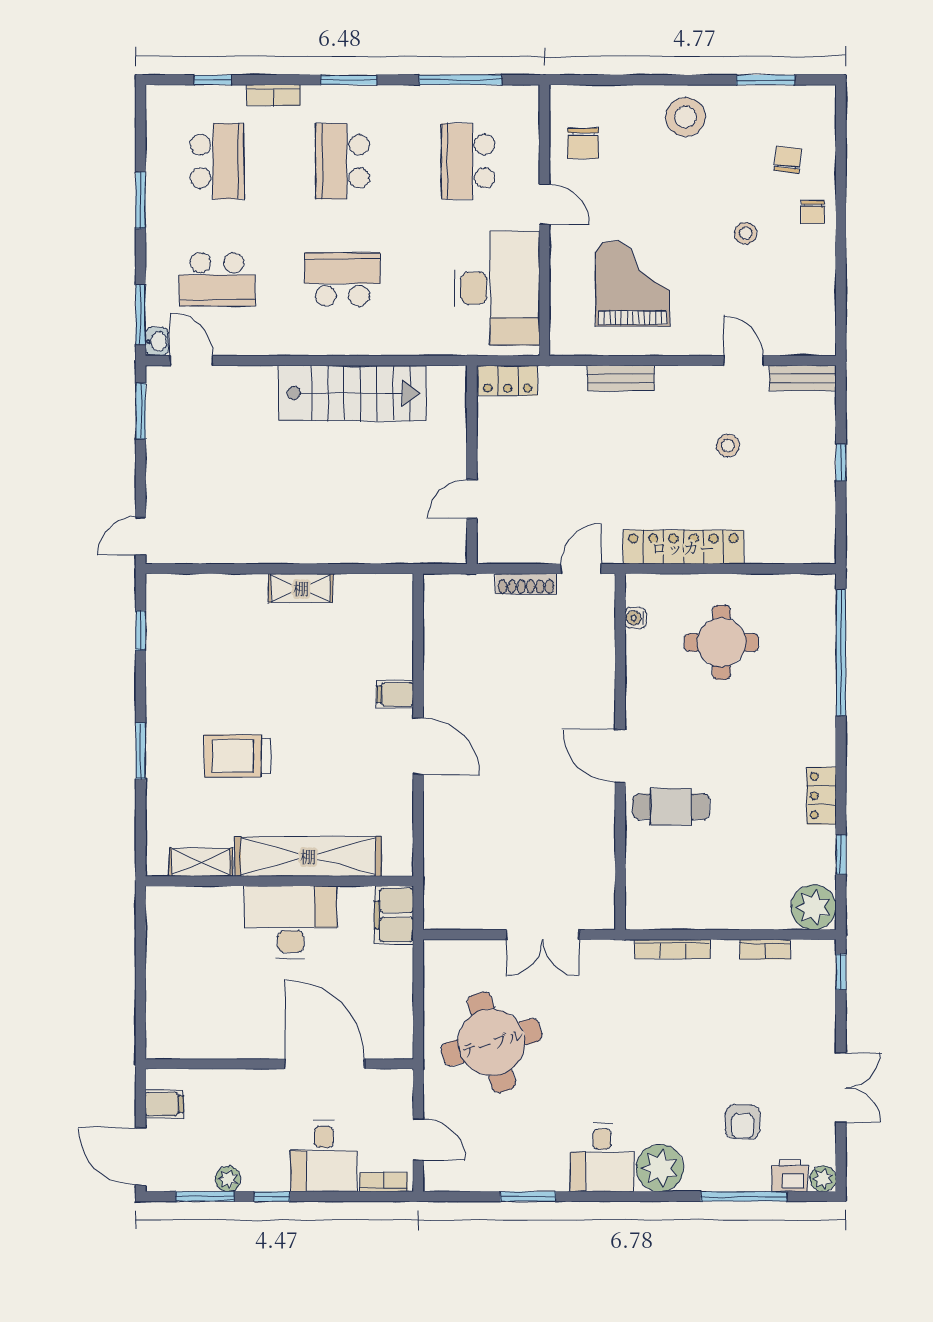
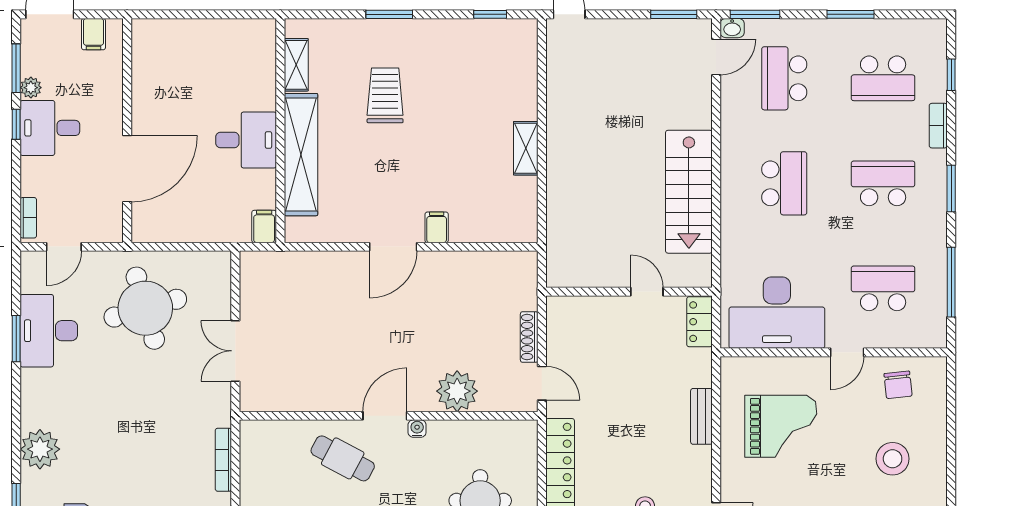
stool: (686, 117) -> (893, 459), moved
chair: (583, 143) -> (898, 385), turned -96
door: (472, 499) -> (647, 292), moved
water cooler: (635, 618) -> (417, 429), moved
plant: (591, 670) -> (457, 391), added
cafe table: (671, 807) -> (343, 458), turned -62
filing cabinet: (394, 915) -> (264, 226), width x0.50
desk: (291, 922) -> (246, 140), width x0.73
desk: (324, 1156) -> (50, 128), moved
desk: (602, 1158) -> (49, 331), moved, width x1.37

